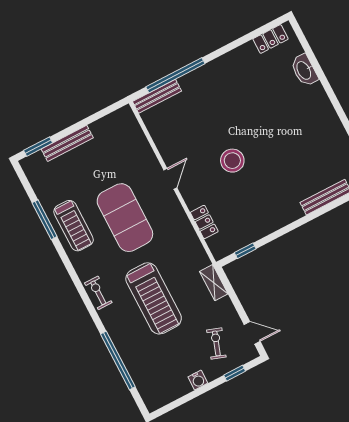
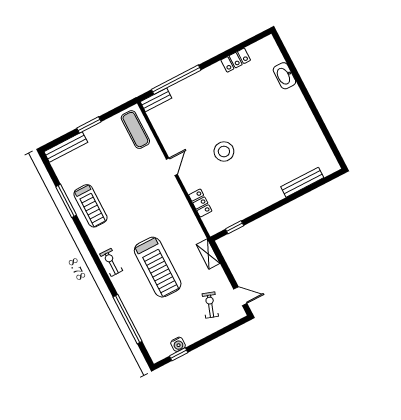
locker: (271, 39) -> (236, 60), moved
bench: (157, 96) -> (156, 100), width x0.73
bench: (67, 143) -> (66, 147), moved
window: (38, 147) -> (89, 125), moved
exercise mat: (125, 218) -> (135, 130), moved, width x0.50, depth x0.69
window: (235, 373) -> (179, 354), moved
water cooler: (198, 380) -> (178, 344), moved

